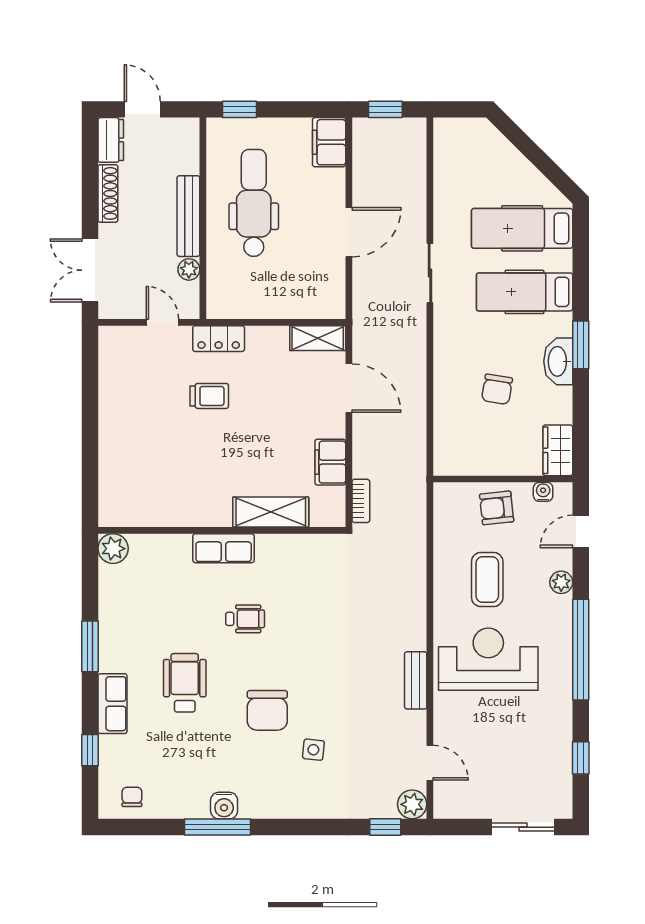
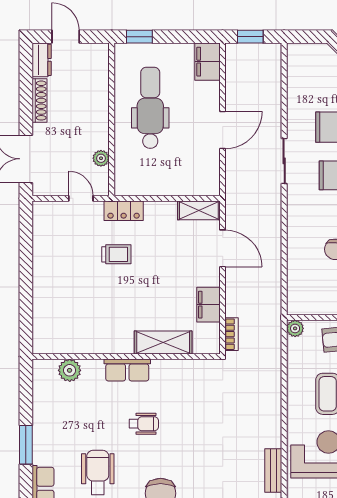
bench: (188, 216) -> (101, 118), removed
plant: (444, 493) -> (295, 328), added
plant: (113, 549) -> (70, 370), moved

